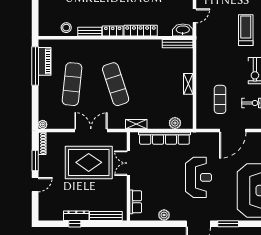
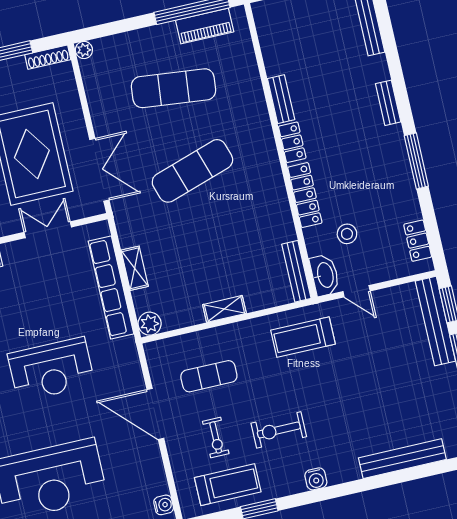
stool: (66, 28) -> (347, 234), moved
treadmill: (246, 30) -> (303, 337), moved, turned 180
plant: (175, 123) -> (150, 324), moved
shelving: (136, 124) -> (135, 268), moved
double door: (91, 130) -> (99, 170), moved

